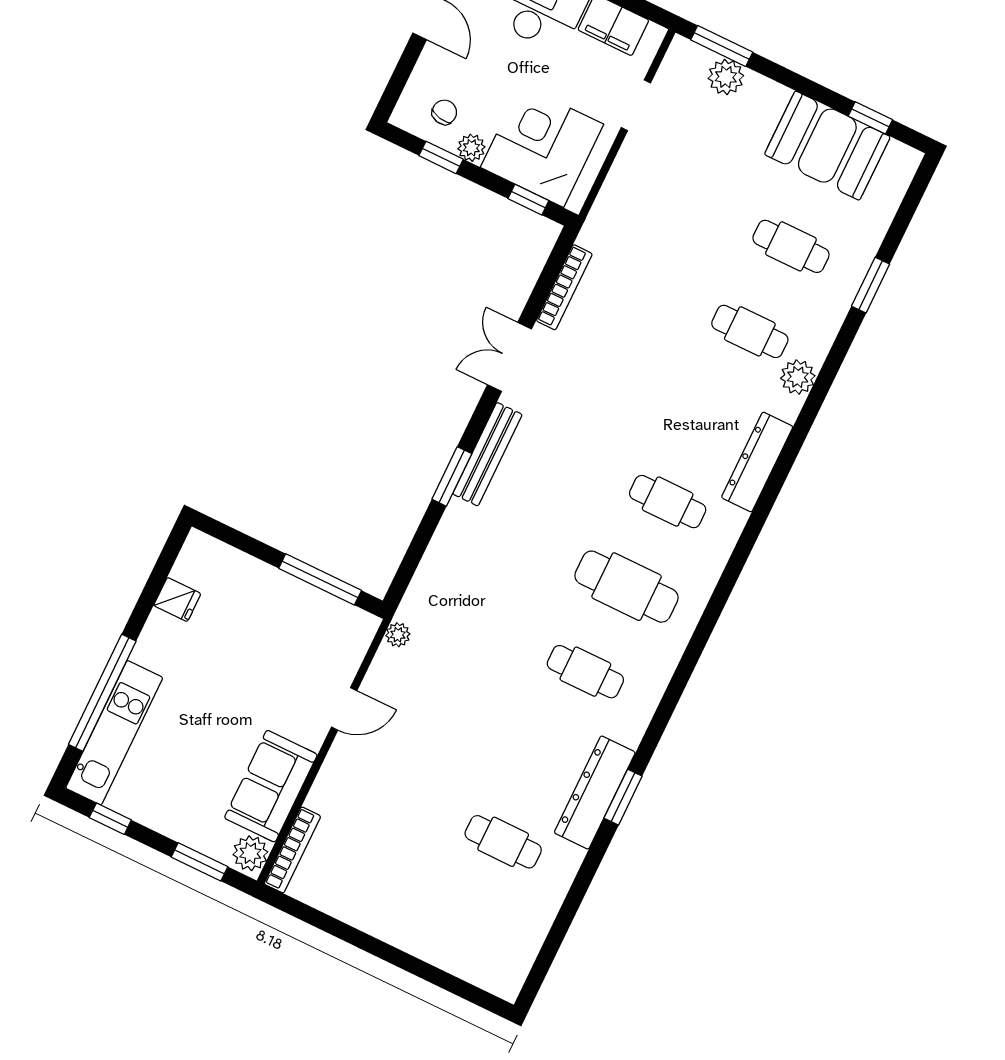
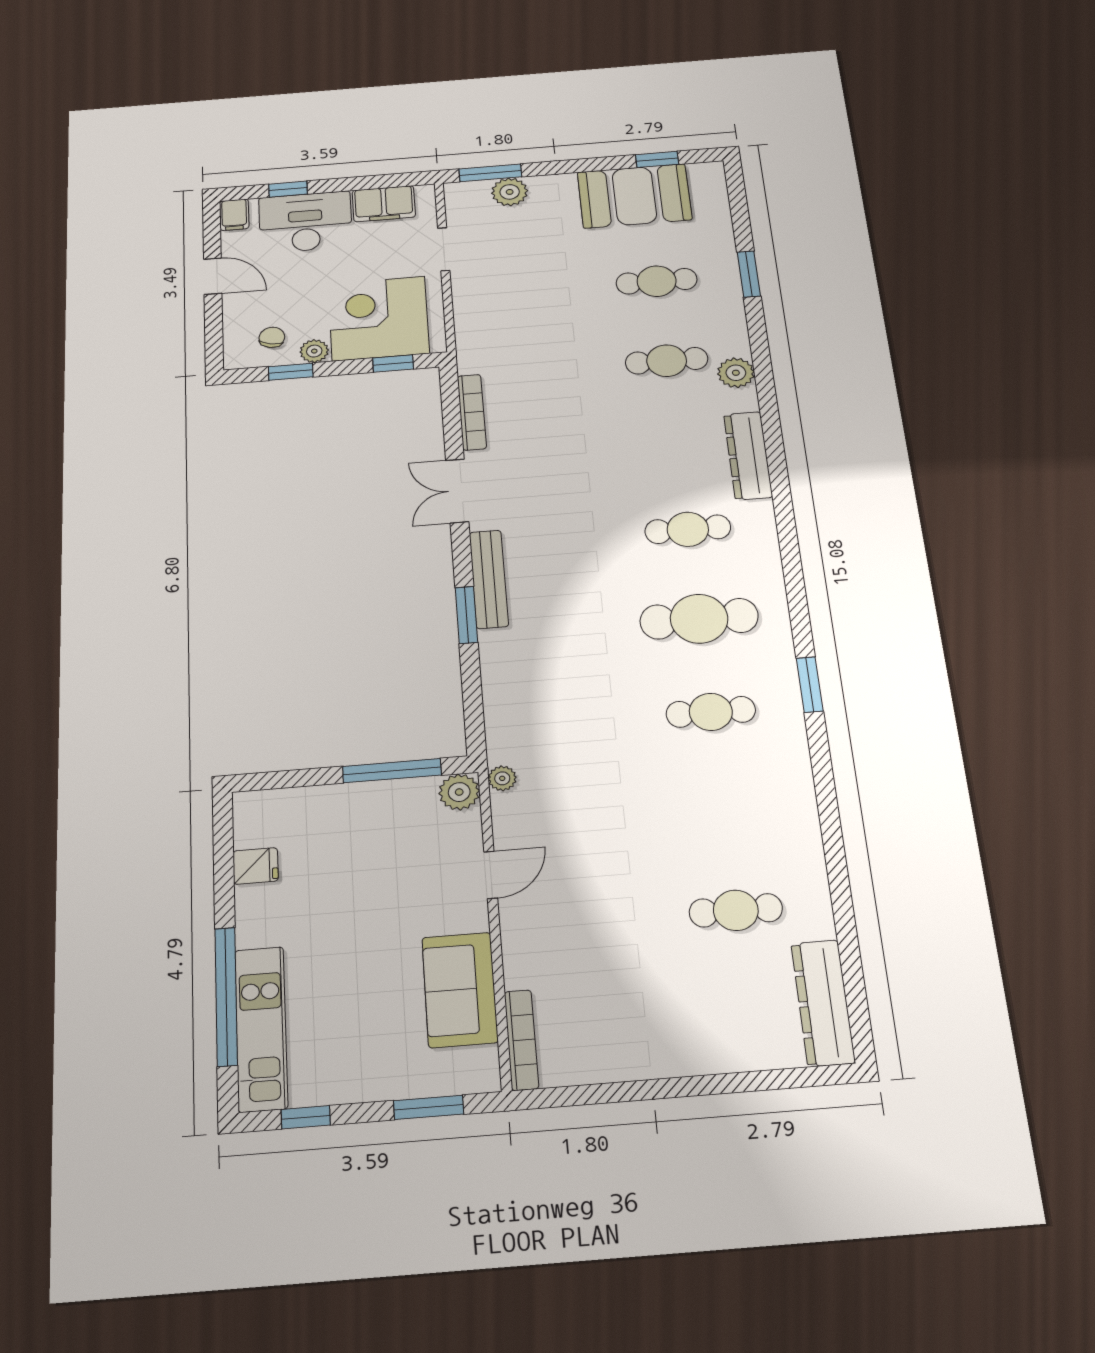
dresser: (595, 793) -> (823, 1003), moved
window: (623, 797) -> (810, 685), moved
plant: (250, 853) -> (459, 792), moved

